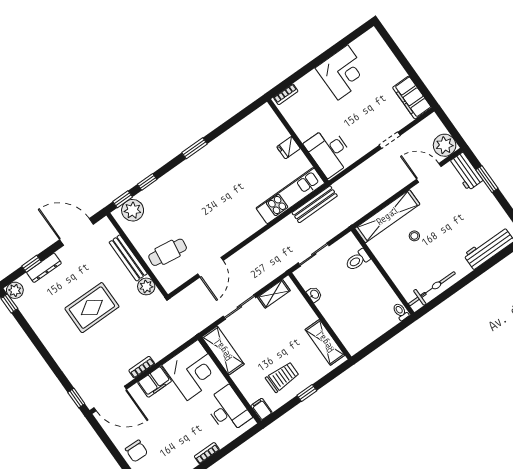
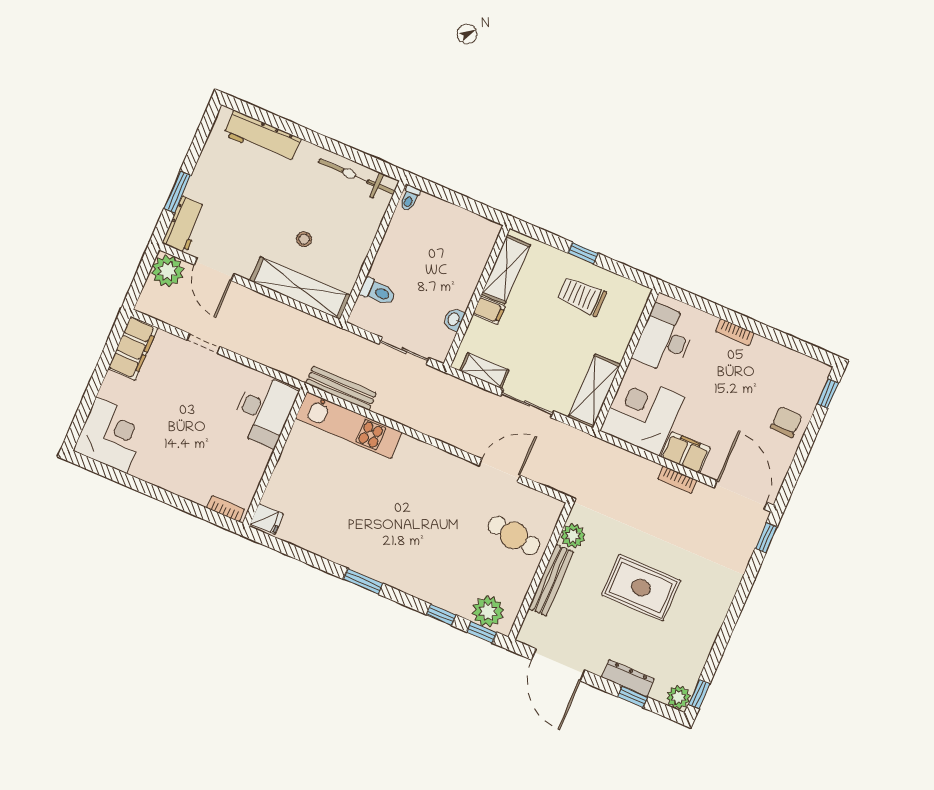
corner desk: (343, 73) -> (111, 435), moved, turned 90
fridge: (288, 148) -> (267, 519), moved
filing cabinet: (261, 409) -> (489, 310), moved, turned -90

